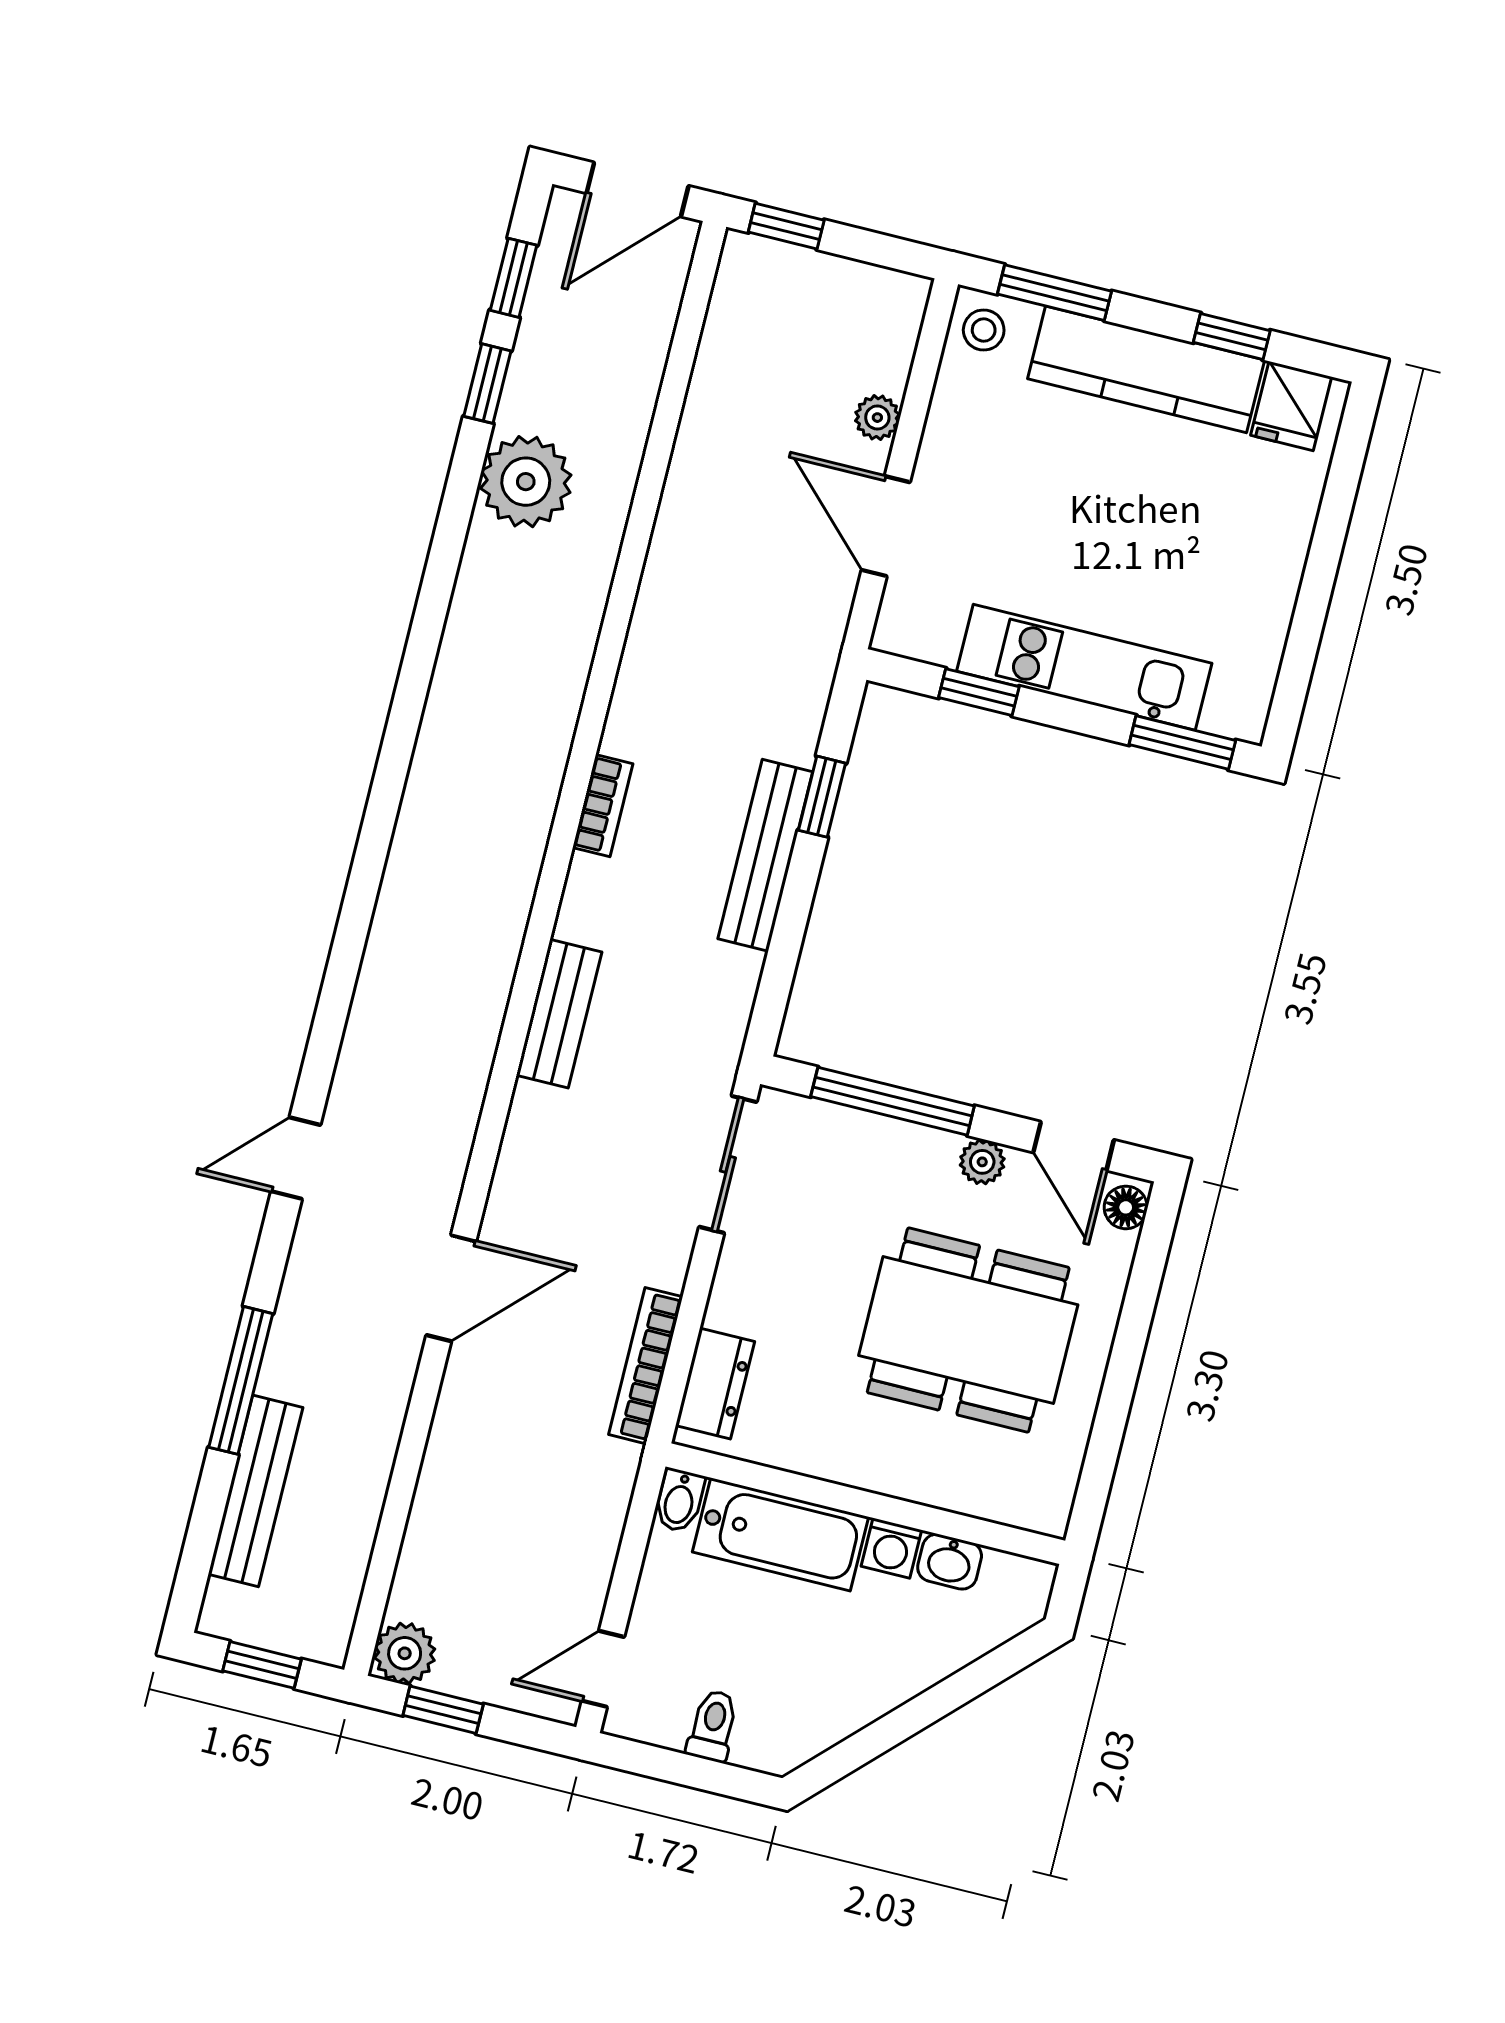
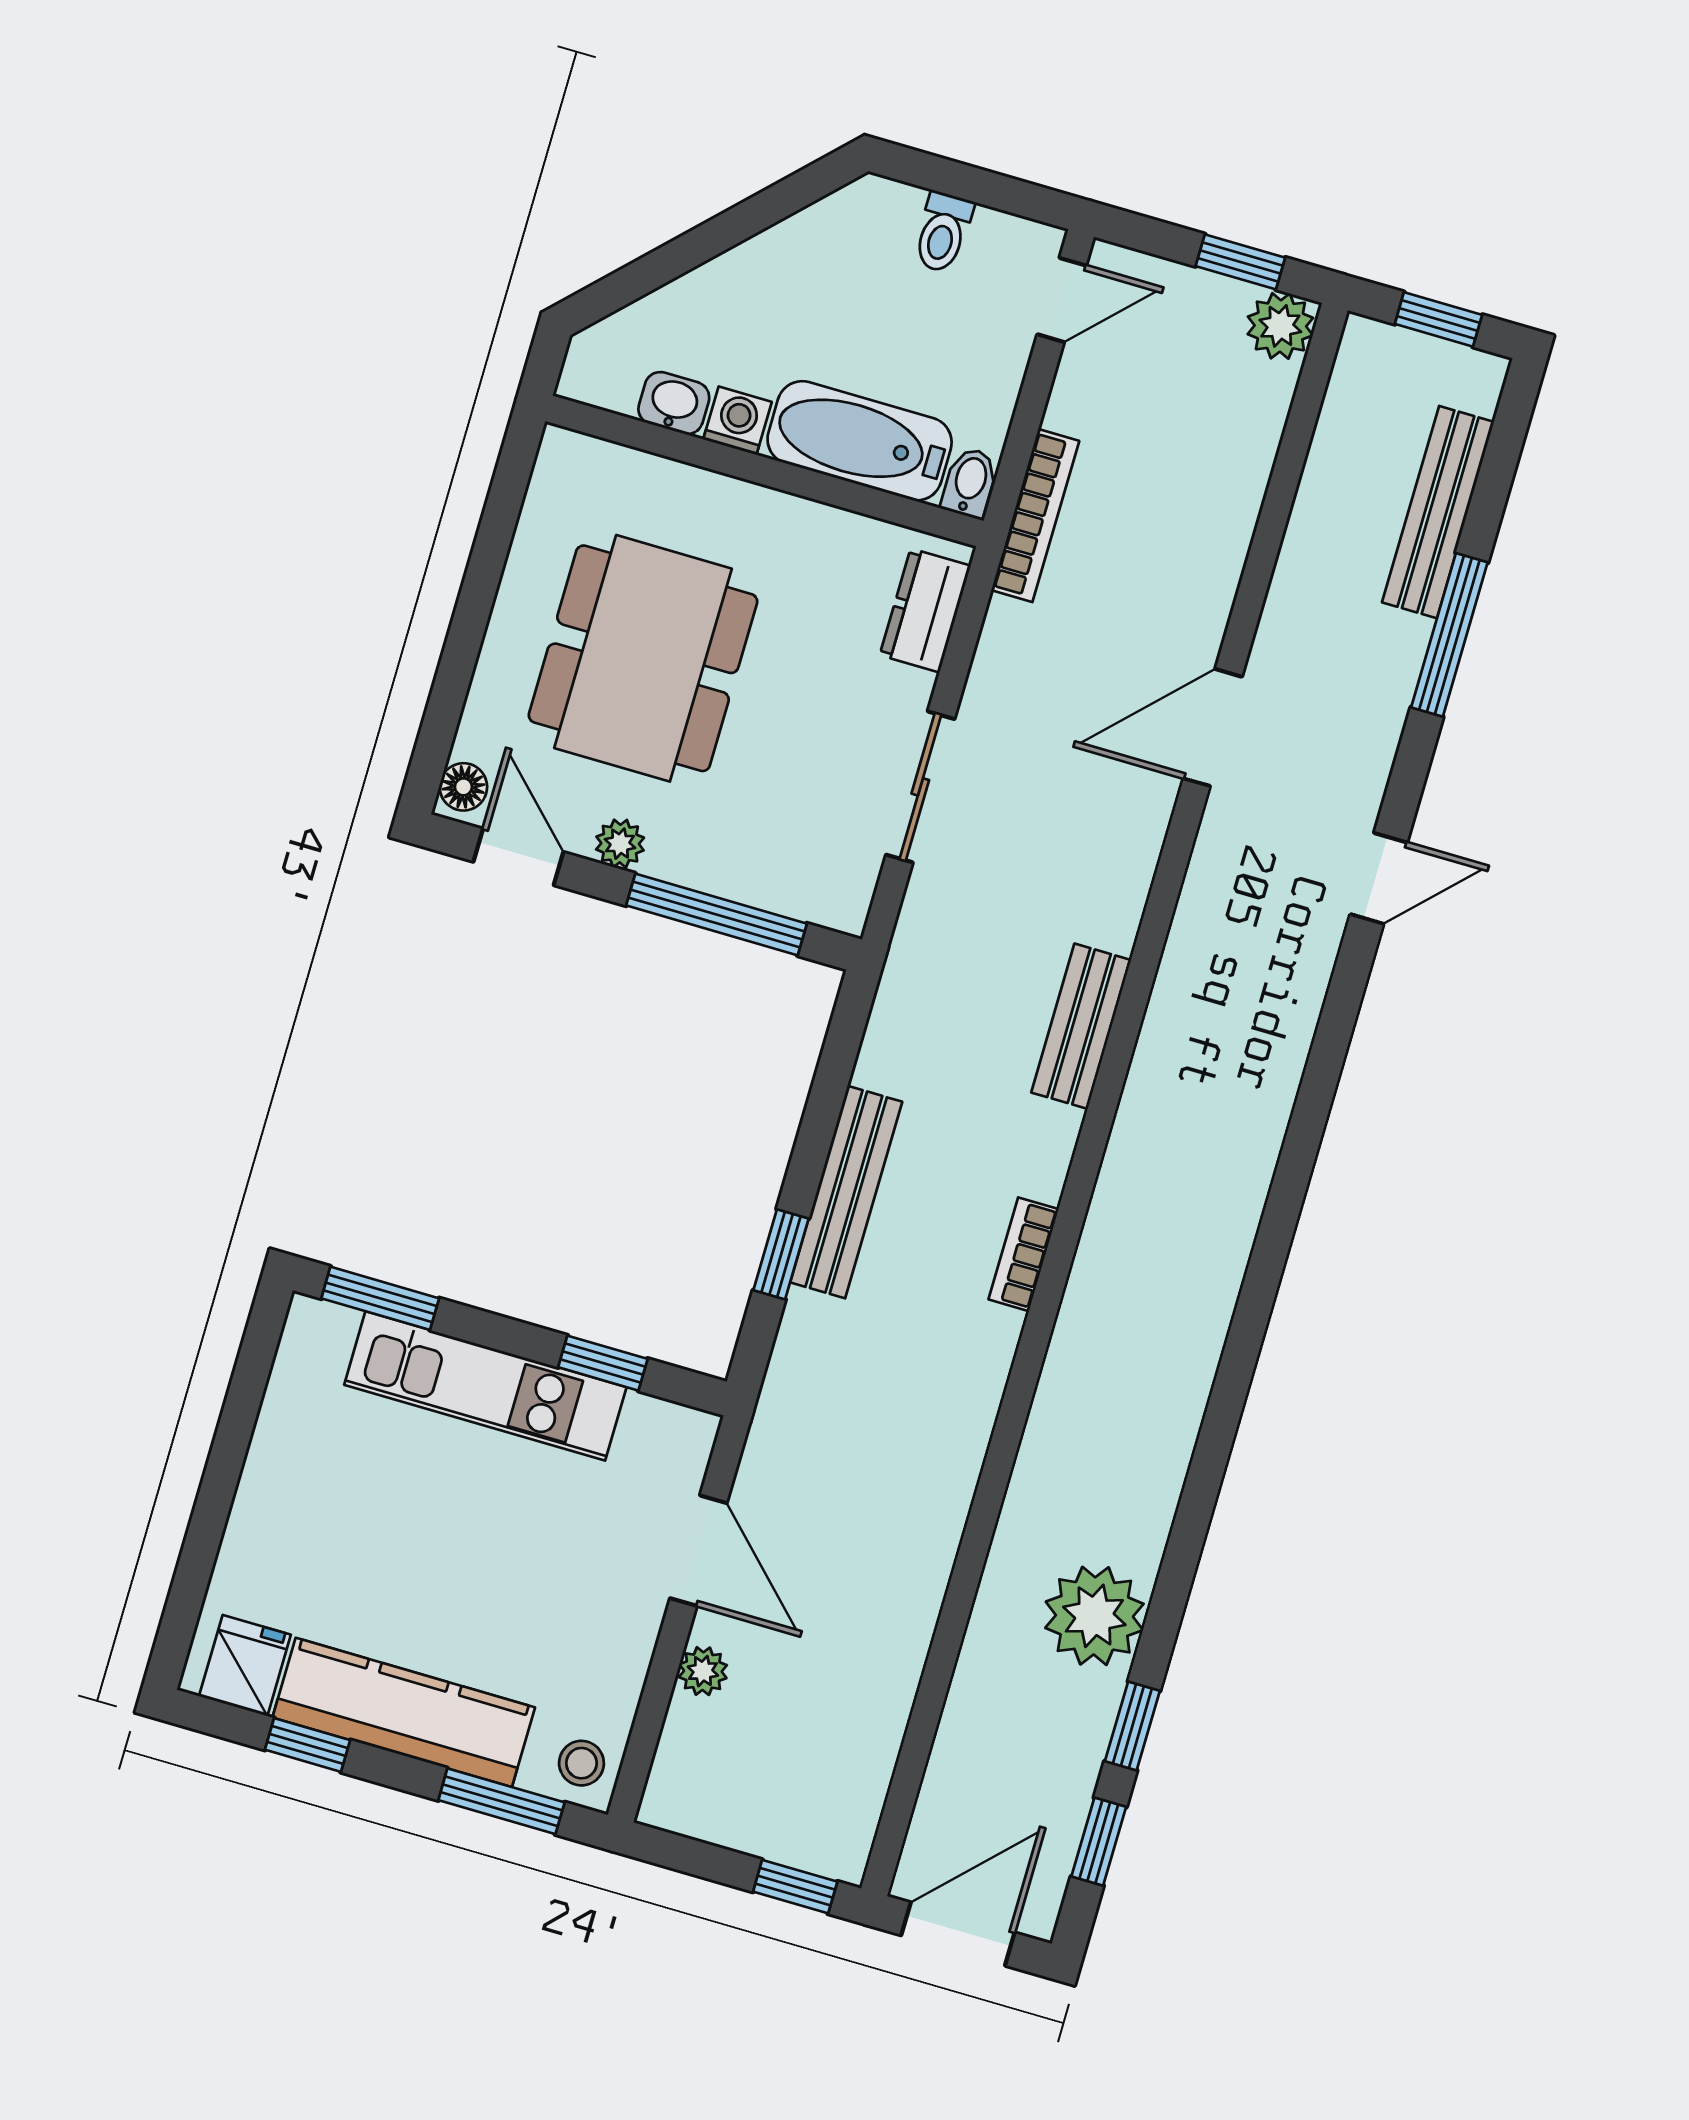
sliding door: (728, 1164) -> (920, 787), moved
dining table: (968, 1330) -> (643, 658), turned 90
bookcase: (646, 1366) -> (1035, 516), moved

